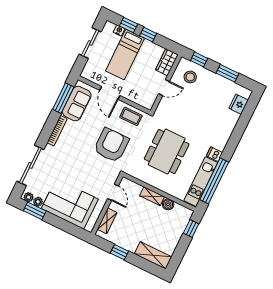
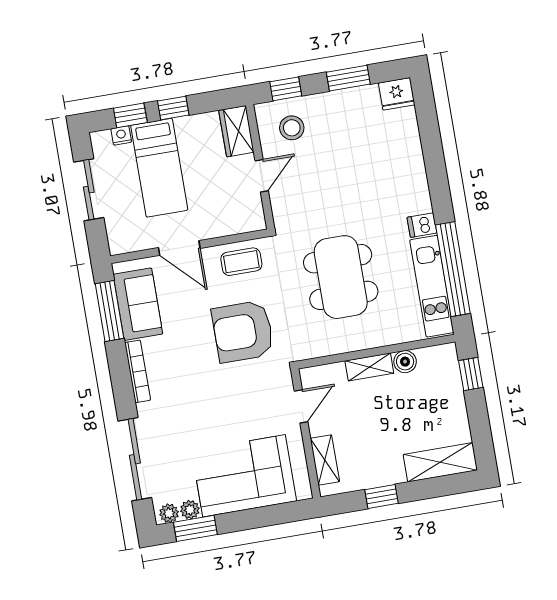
fridge: (239, 104) -> (397, 94), moved, turned -90
armchair: (111, 145) -> (243, 331), turned -90
door: (113, 192) -> (301, 406), hinge flipped

